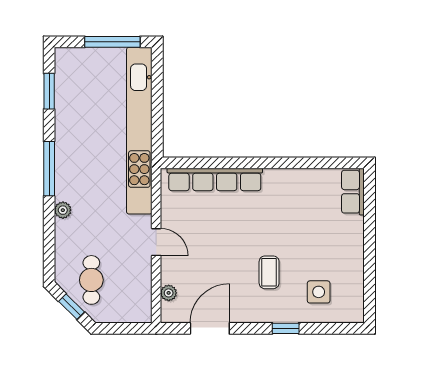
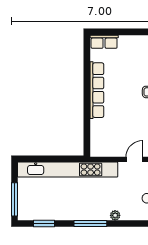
window: (112, 42) -> (14, 199), moved
row of seats: (215, 179) -> (97, 90), moved

